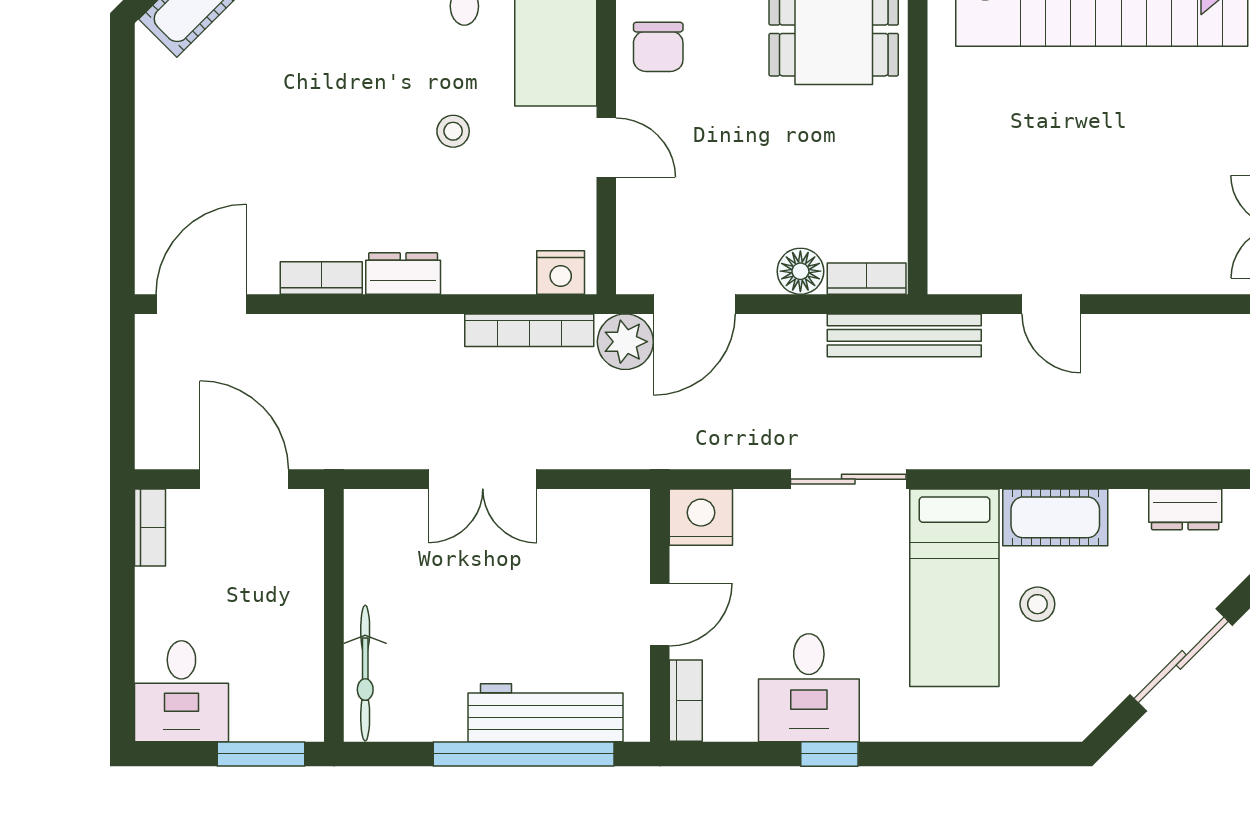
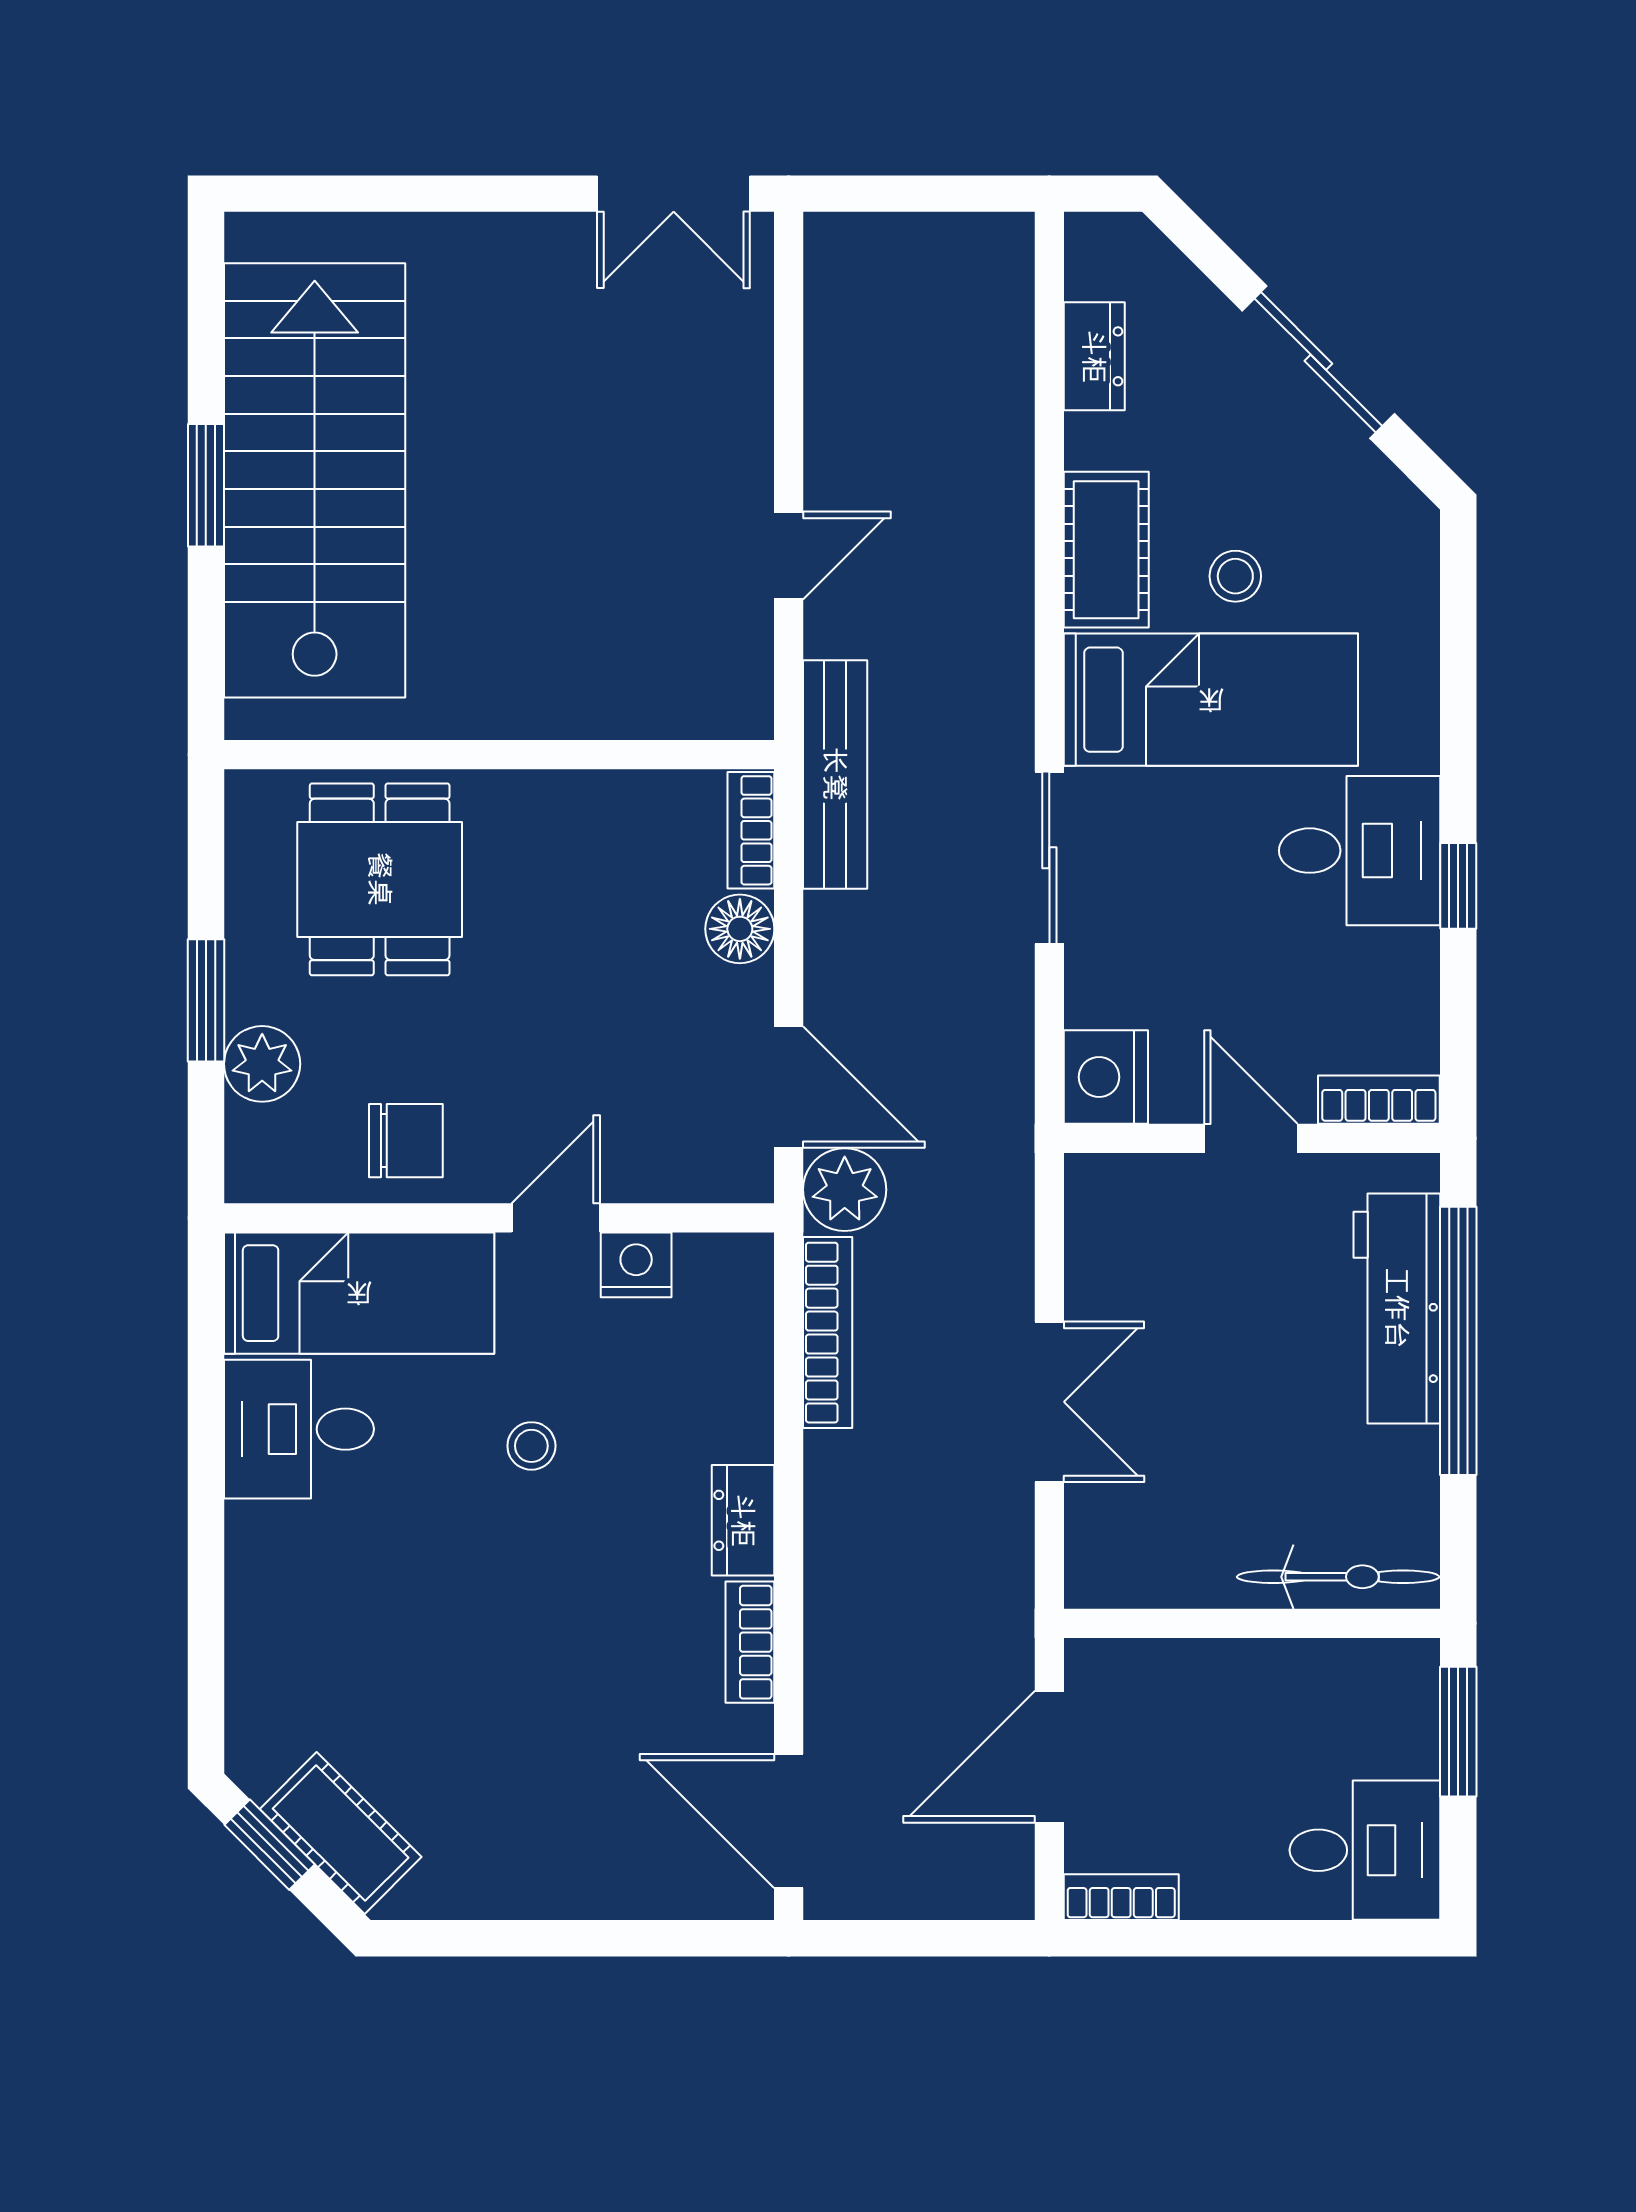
nightstand: (561, 273) -> (636, 1265), moved, turned -90
desk: (809, 688) -> (1360, 851), moved

